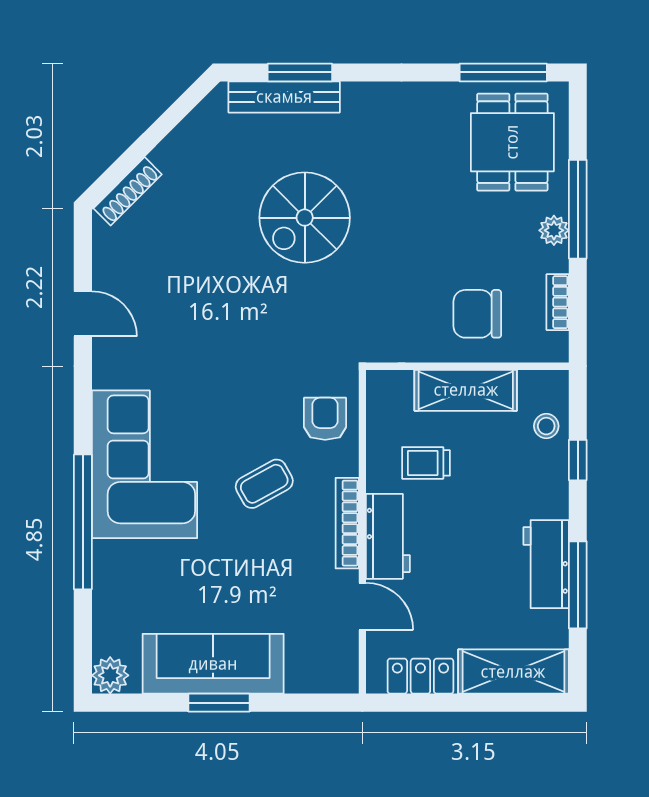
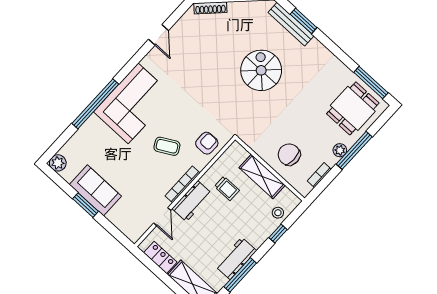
spiral stairs: (305, 218) -> (261, 70), turned 90
trolley: (426, 463) -> (227, 188), turned 180
sofa: (213, 664) -> (95, 190), width x0.73

